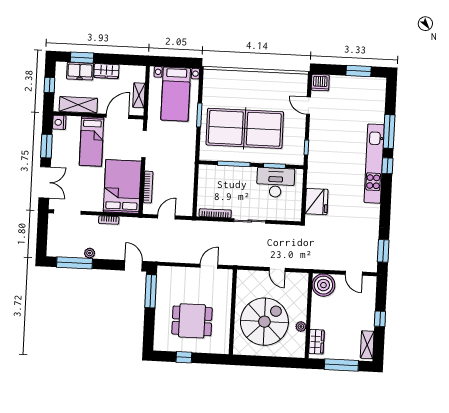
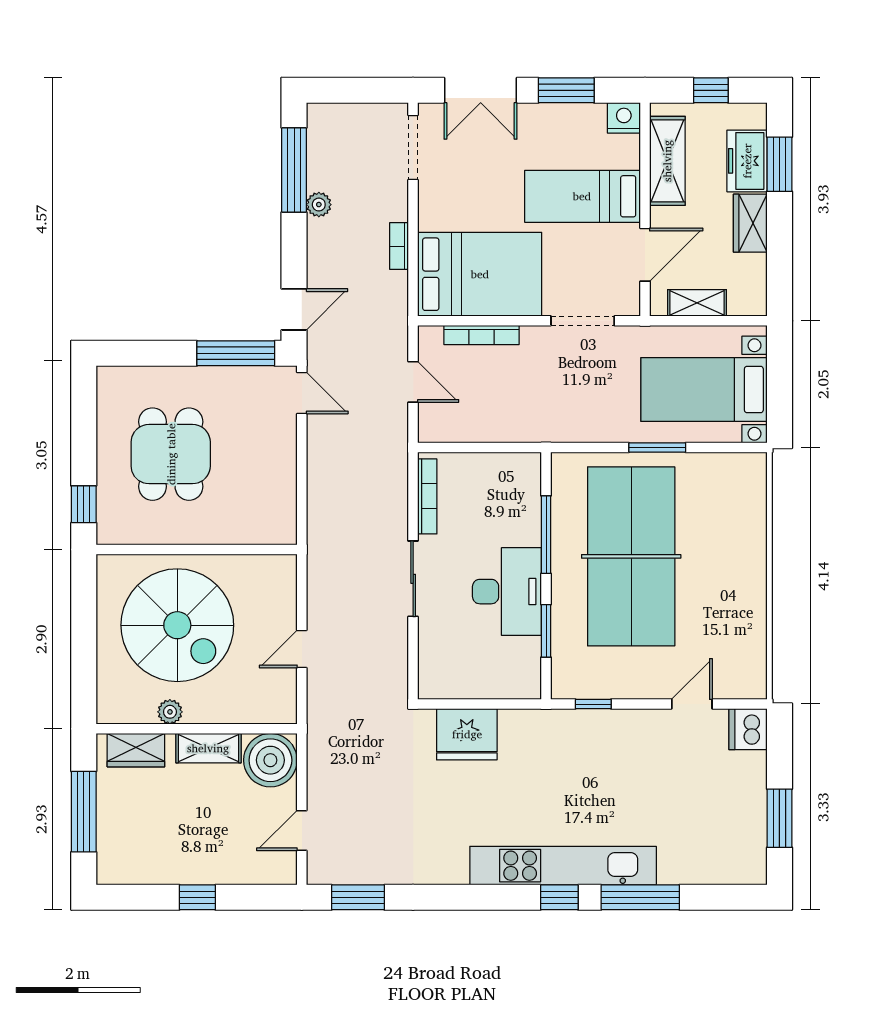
door: (118, 116) -> (645, 255), hinge flipped
desk: (276, 182) -> (507, 592), moved
door: (209, 266) -> (302, 393), moved
shelving: (367, 345) -> (208, 748), moved
window: (184, 357) -> (84, 504), moved

